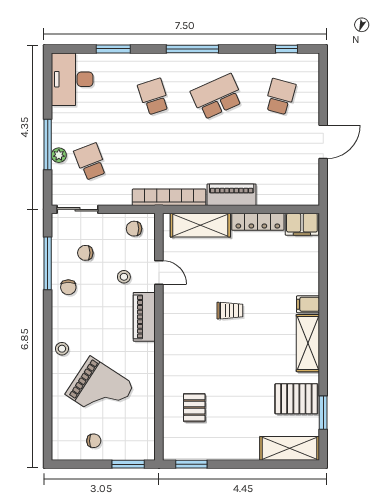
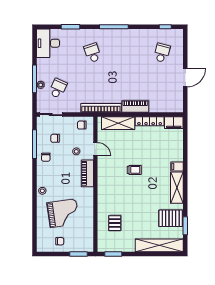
school desk: (217, 97) -> (127, 53), removed
school desk: (90, 162) -> (58, 88), turned 45
grand piano: (100, 390) -> (63, 213), turned -41
shelving: (290, 448) -> (159, 245), width x1.47

